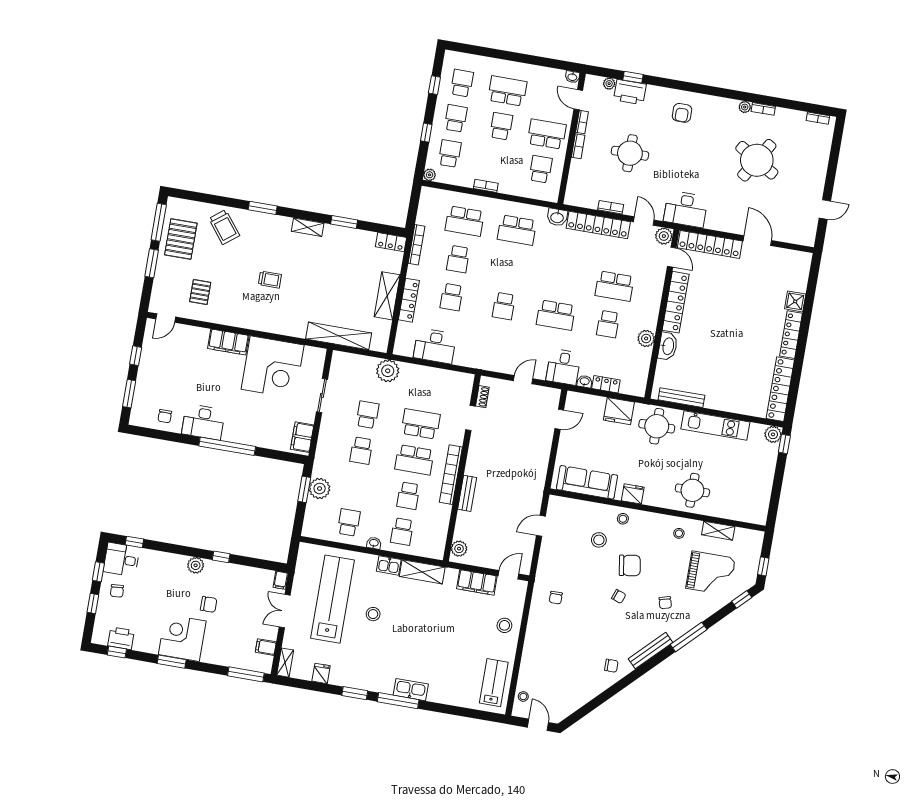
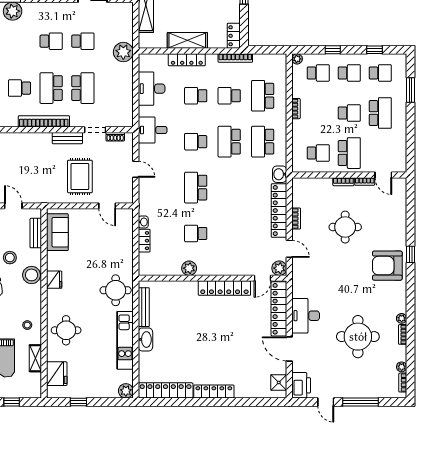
window: (487, 52) -> (411, 90), added
washbasin: (572, 77) -> (402, 166), removed
window: (633, 77) -> (411, 254), moved
plant: (609, 84) -> (402, 367), moved
printer: (630, 92) -> (301, 385), moved, turned 180
door: (578, 100) -> (383, 175), swing flipped
armchair: (682, 113) -> (387, 266), width x1.88, depth x1.88
round table: (757, 160) -> (358, 337), turned -31
window: (832, 170) -> (361, 402), added
desk: (686, 209) -> (306, 316), moved
door: (644, 221) -> (289, 249), hinge flipped
door: (757, 241) -> (289, 349), swing flipped
school desk: (615, 286) -> (229, 142), moved
shower: (795, 301) -> (279, 382), moved
washbasin: (668, 346) -> (145, 339), moved, turned -90
desk: (563, 367) -> (153, 130), moved
fridge: (619, 411) -> (57, 374), moved, turned 180
rug: (521, 444) -> (80, 176), added
window: (784, 444) -> (78, 402), moved
school desk: (361, 451) -> (51, 41), turned 180
sofa: (587, 482) -> (57, 232), width x0.73
bench: (467, 493) -> (67, 138), moved
bench: (576, 506) -> (36, 233), added
stool: (623, 519) -> (32, 275), width x1.89, depth x1.89

